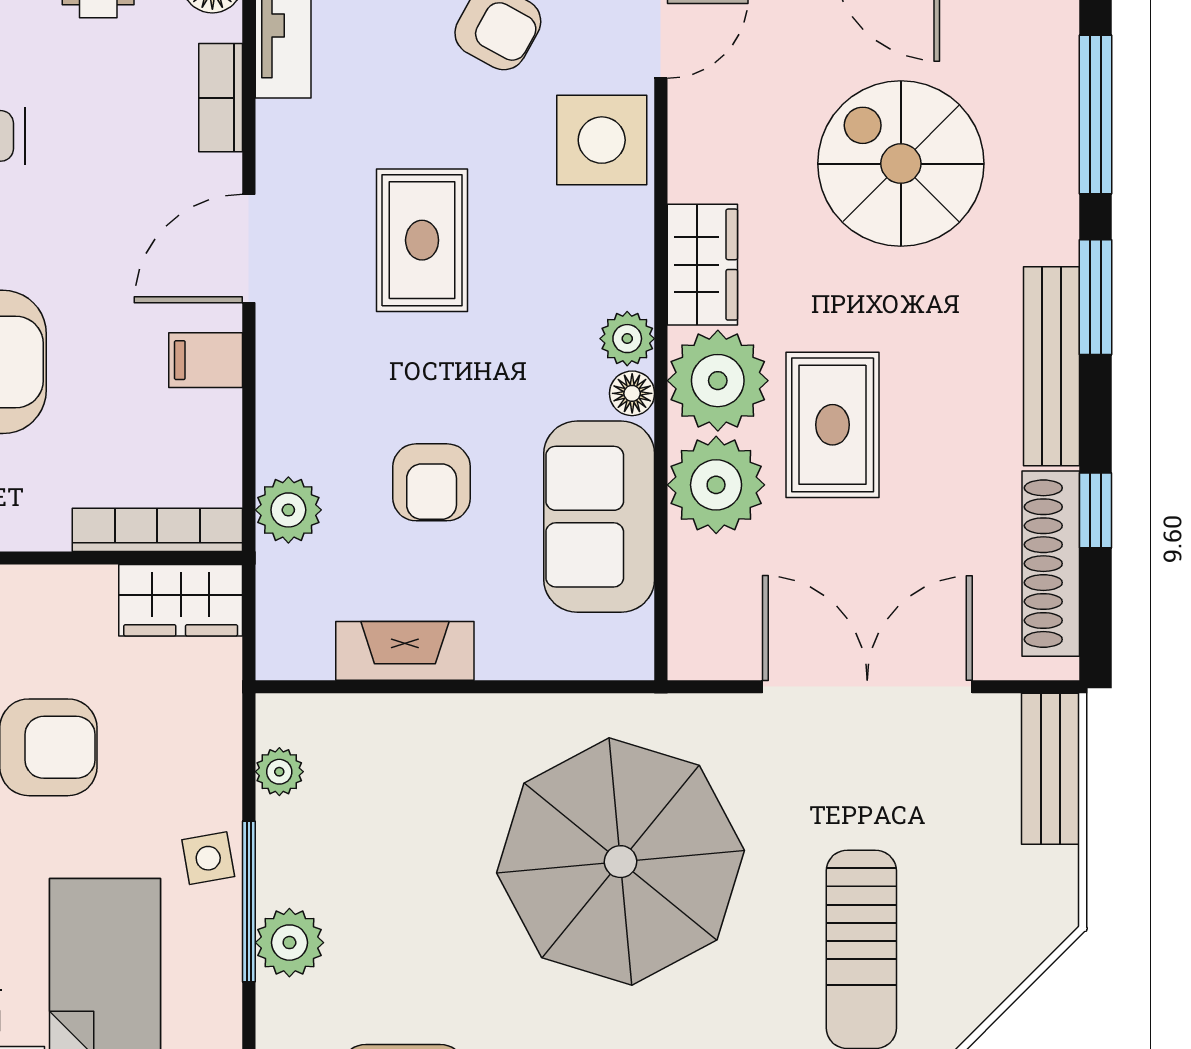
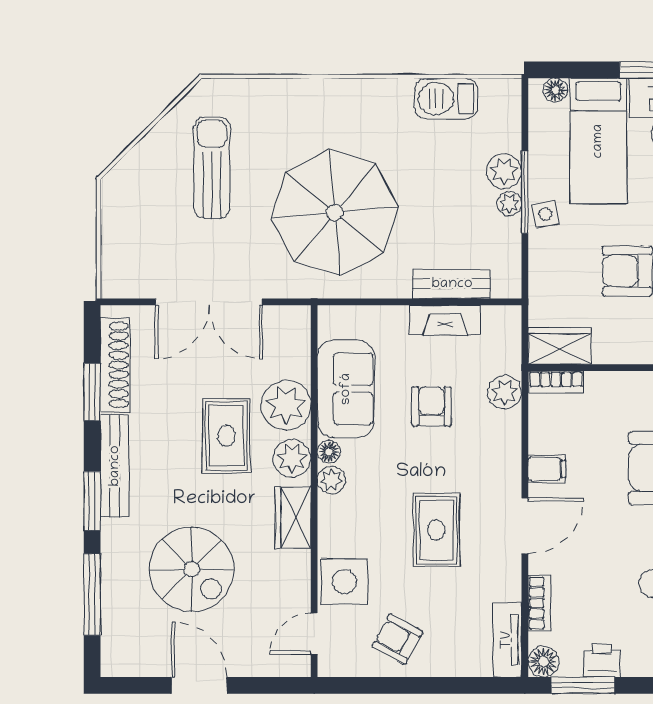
plant: (718, 381) -> (292, 458), width x0.73, depth x0.73
window: (1095, 510) -> (92, 392), width x1.50
bookcase: (157, 530) -> (556, 382), width x0.64
bench: (1051, 769) -> (452, 284), moved, turned 90
plant: (279, 772) -> (509, 204), moved

